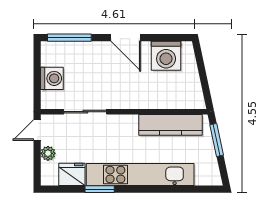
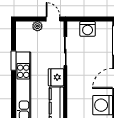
fridge: (72, 174) -> (56, 77), moved, turned 180

